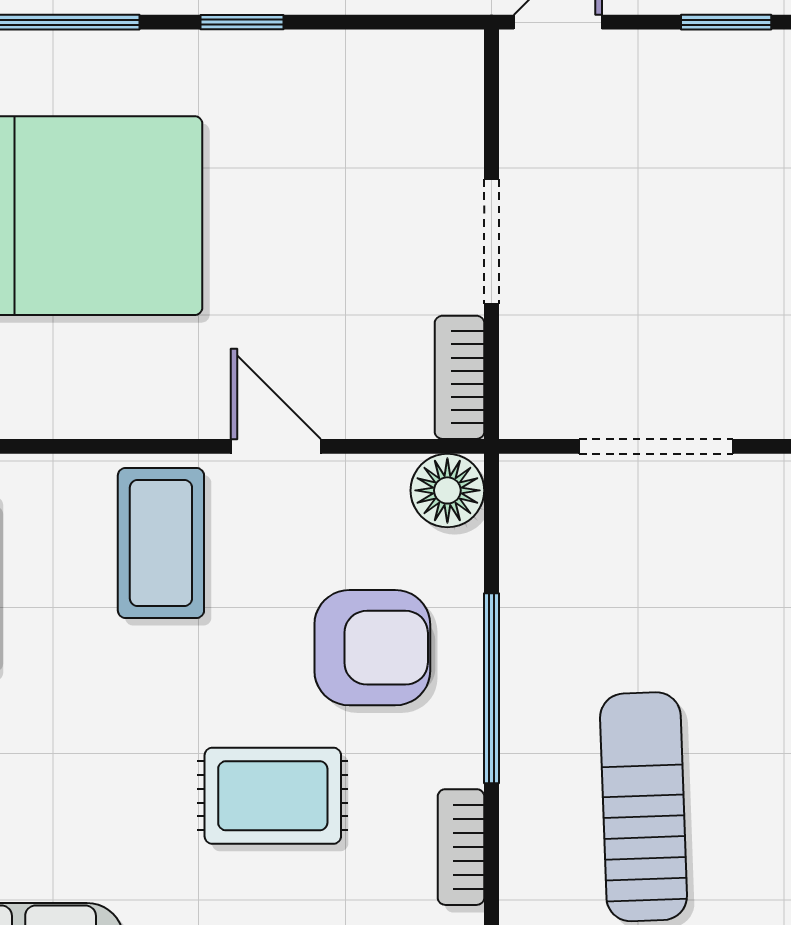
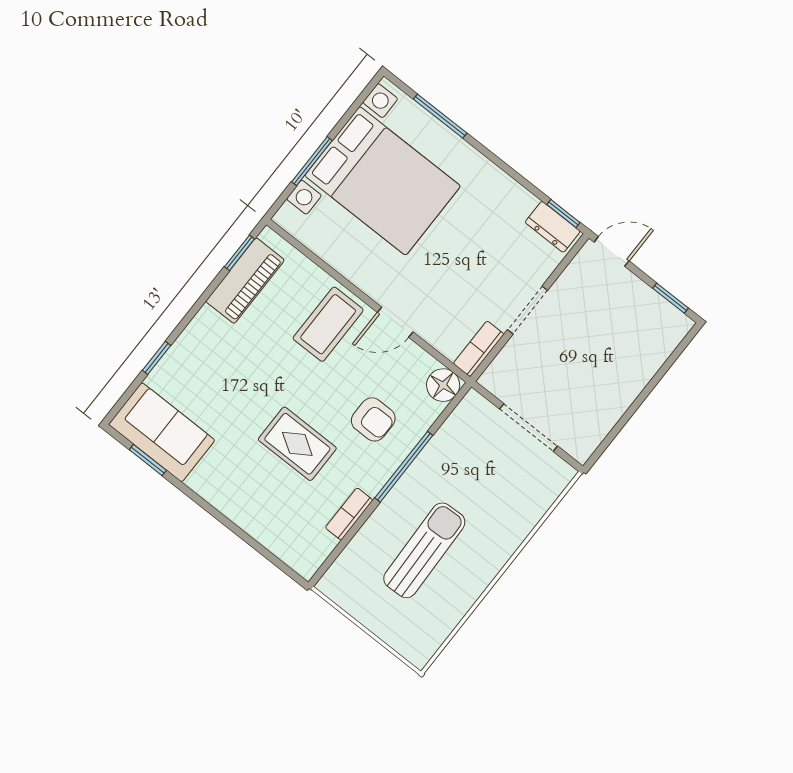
window: (242, 22) -> (563, 213), moved
dresser: (420, 61) -> (553, 227), added
door: (276, 446) -> (395, 322), swing flipped
armchair: (372, 648) -> (373, 419), width x0.72, depth x0.72

